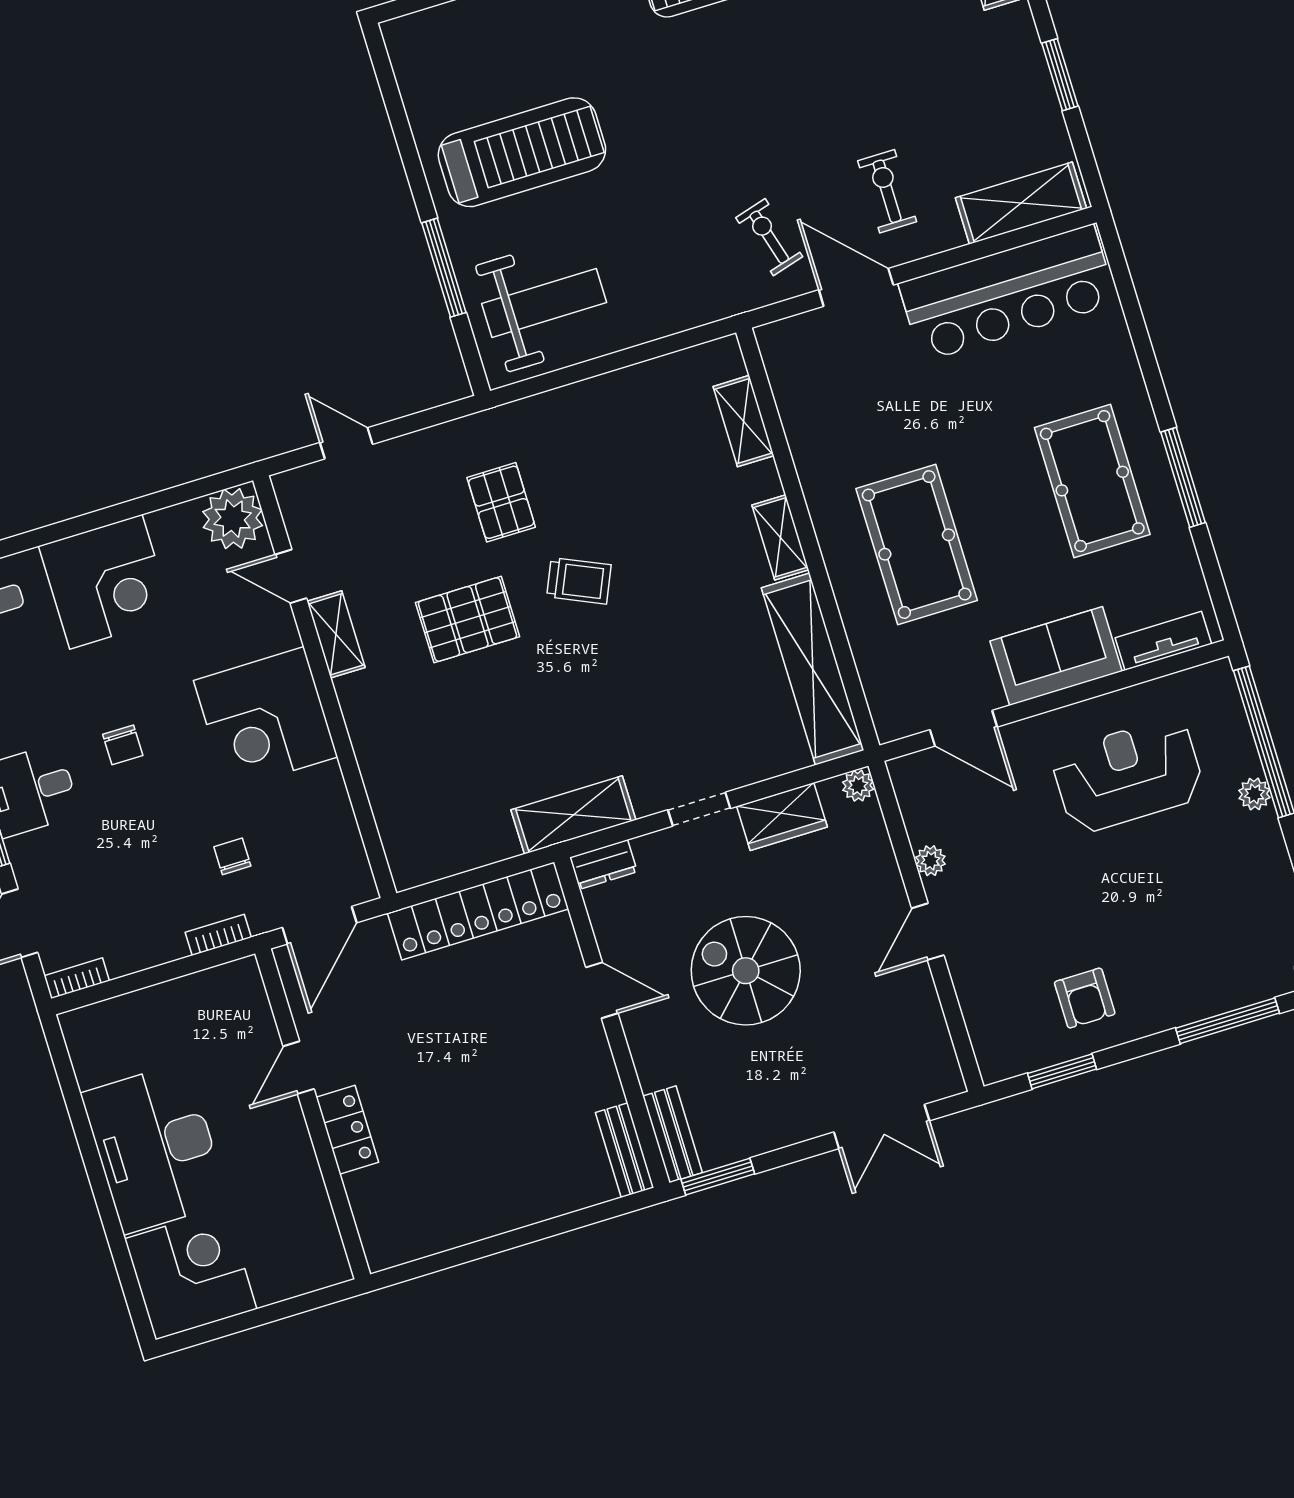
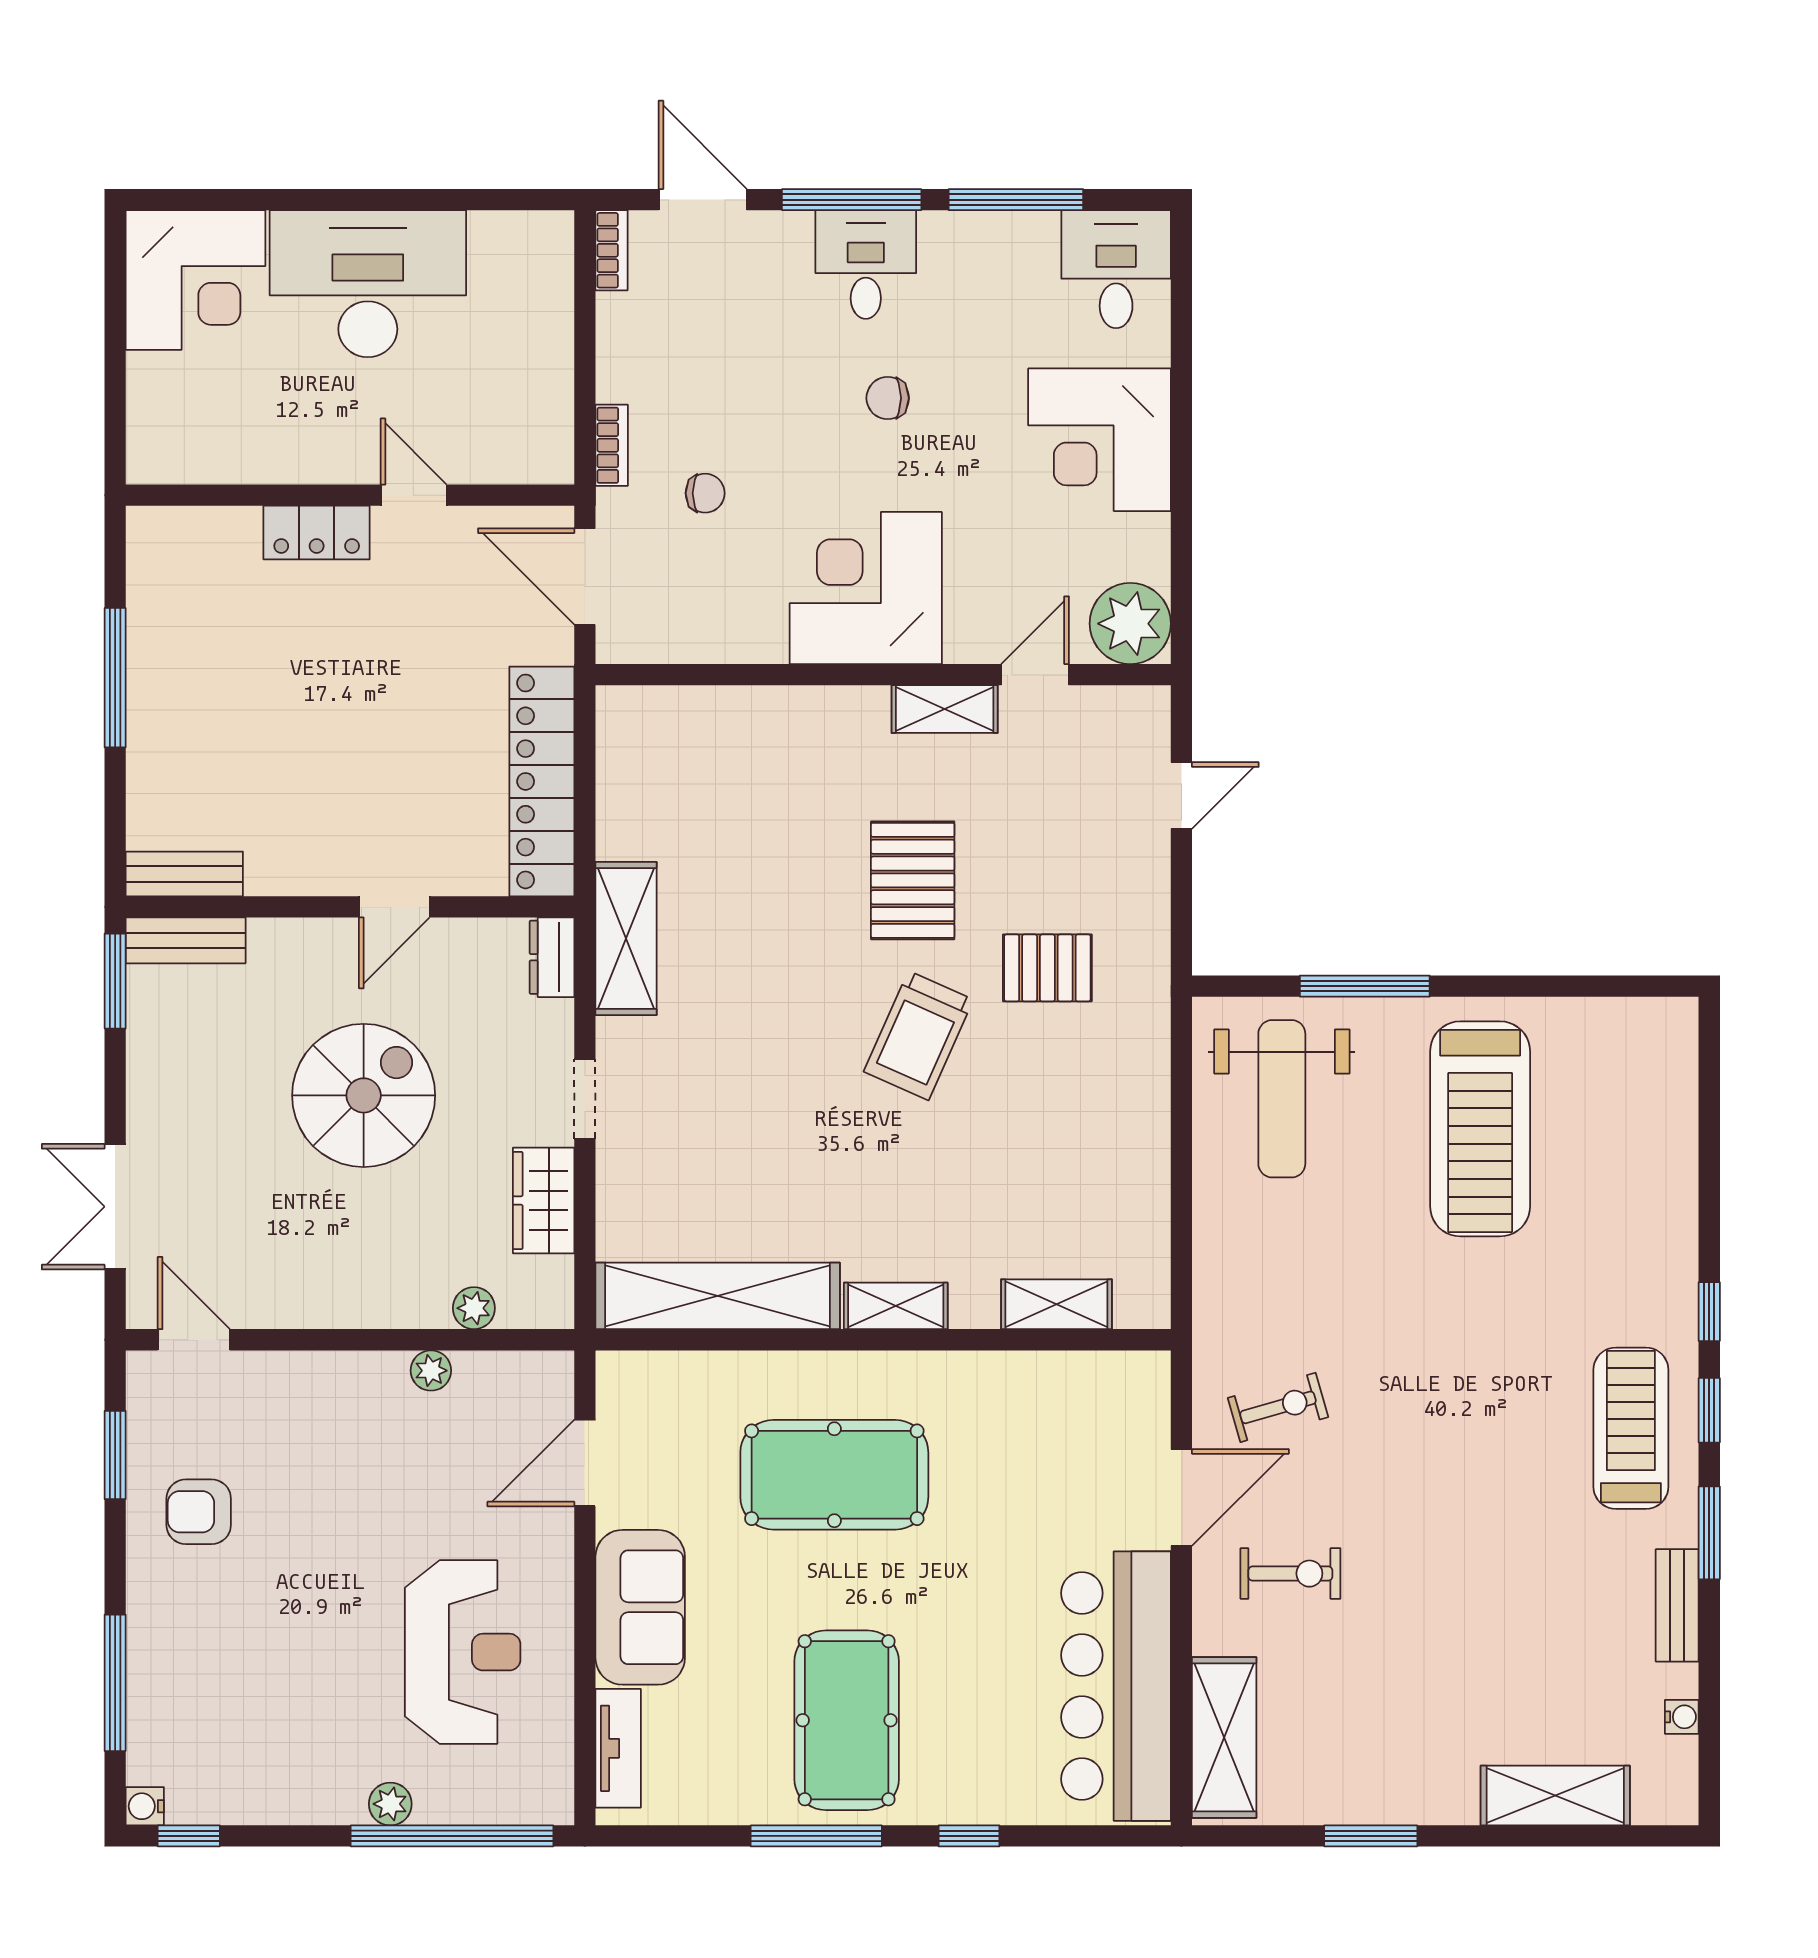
window: (1149, 366) -> (969, 1836), added
pool table: (1092, 481) -> (847, 1720), turned 90
trolley: (579, 581) -> (919, 1036), width x1.36, depth x1.39
plant: (858, 786) -> (474, 1308), moved
door: (928, 932) -> (194, 1340), moved
window: (497, 1244) -> (115, 678), added

